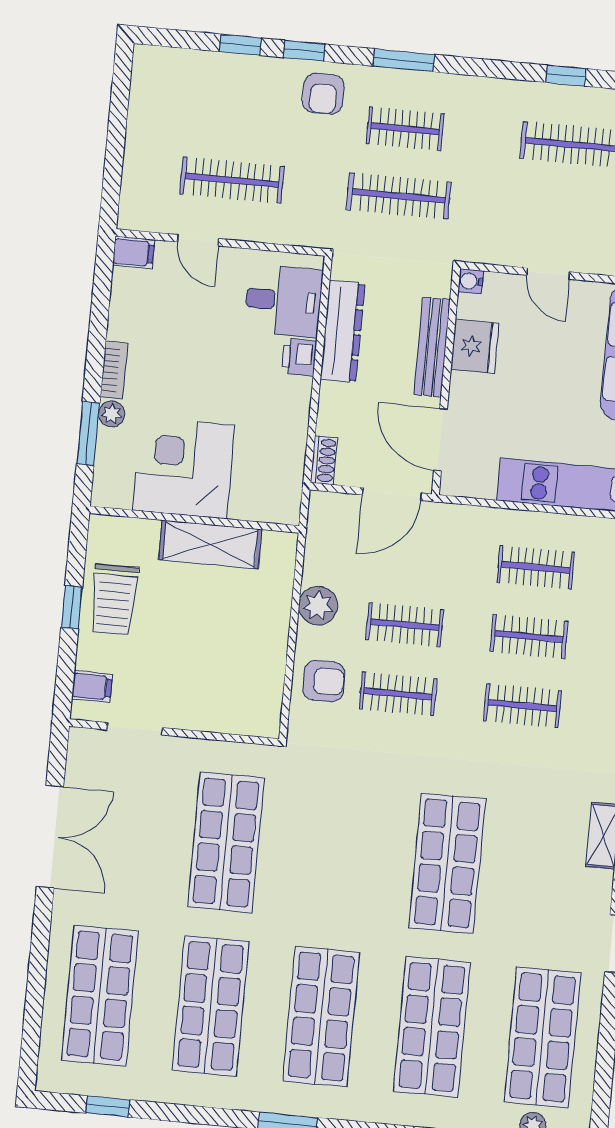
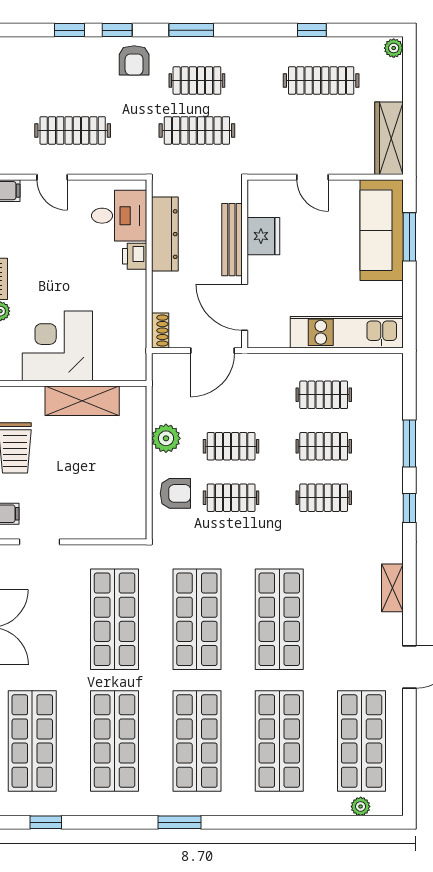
water cooler: (471, 281) -> (256, 188), removed
shop shelf: (337, 853) -> (197, 619), added

